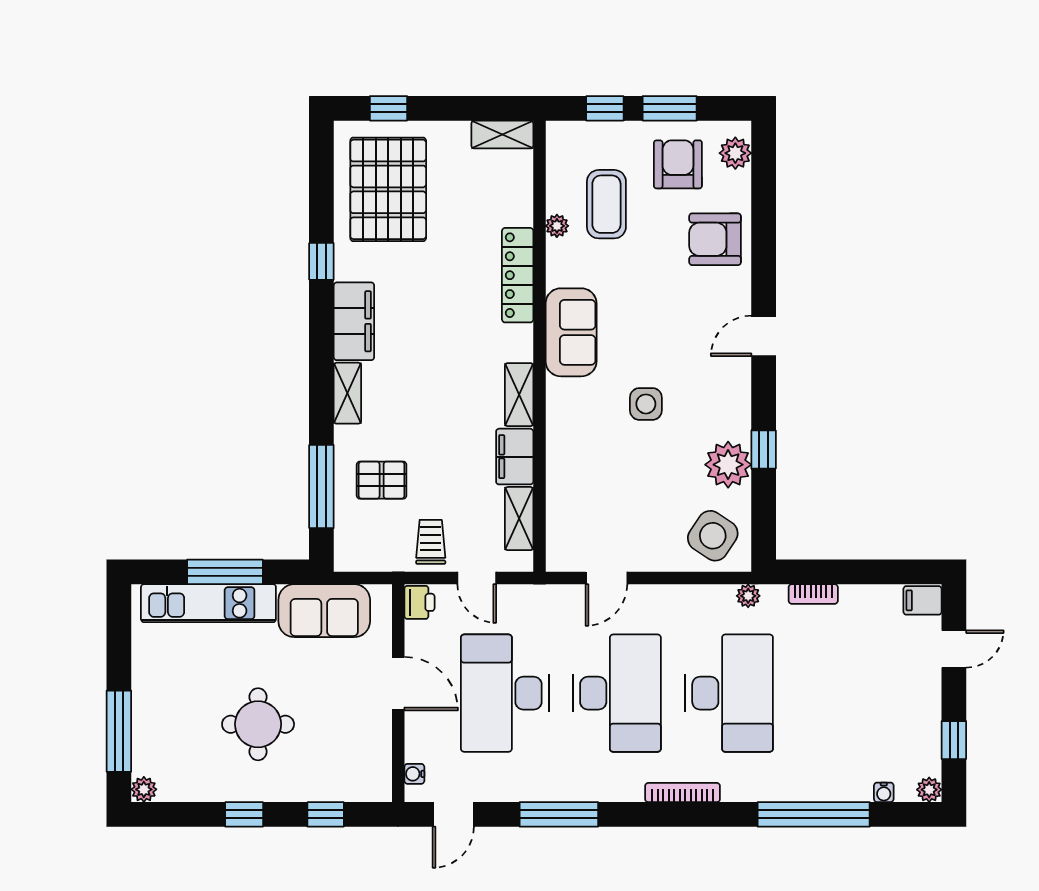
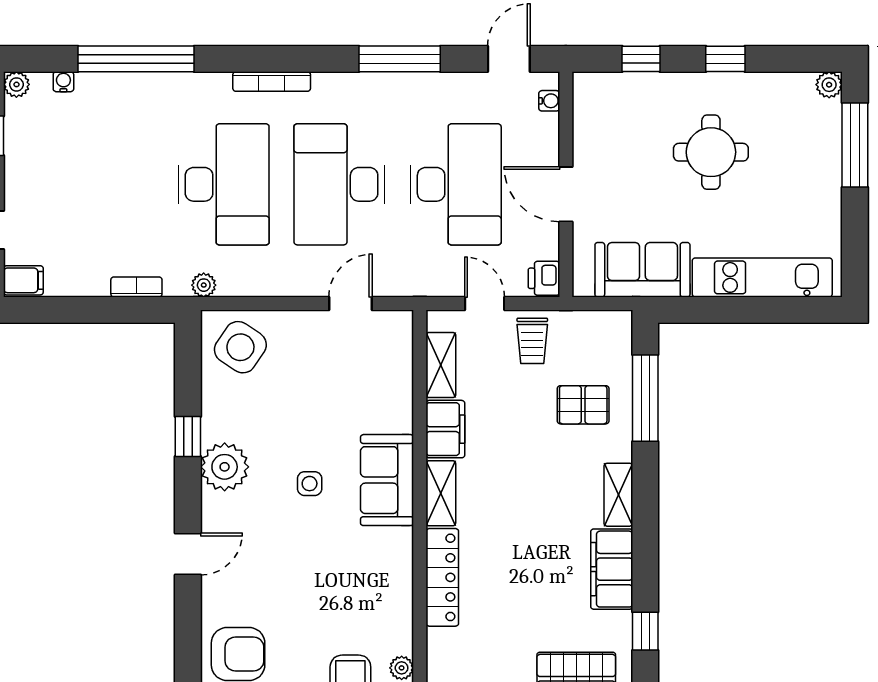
locker: (518, 275) -> (442, 577), moved
sofa: (571, 332) -> (387, 480), moved
side table: (646, 404) -> (310, 484), width x0.73, depth x0.73
plant: (728, 465) -> (225, 467), moved
window: (225, 572) -> (745, 310), removed
desk: (729, 693) -> (224, 184), turned 180

